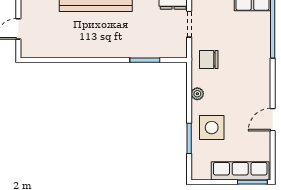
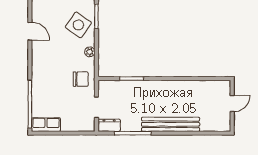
door: (273, 120) -> (30, 31), hinge flipped
side table: (212, 128) -> (78, 25), turned 35

